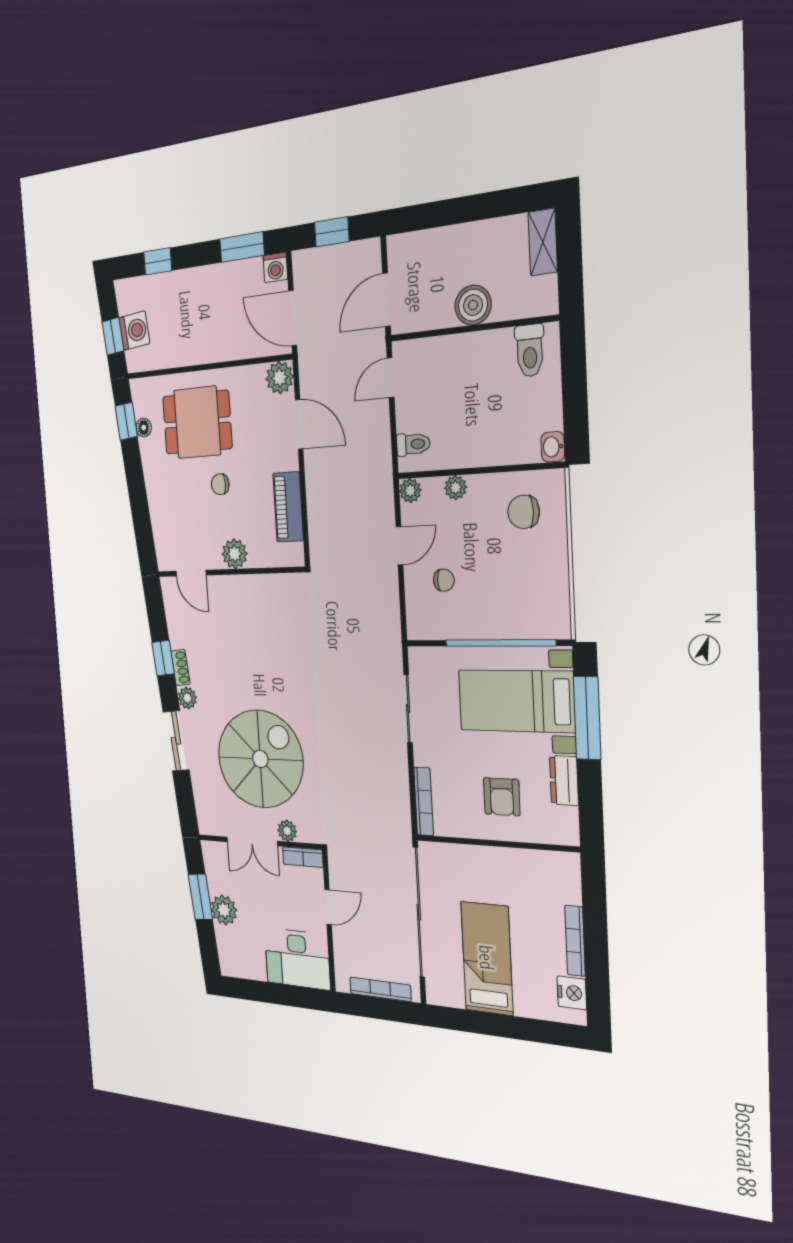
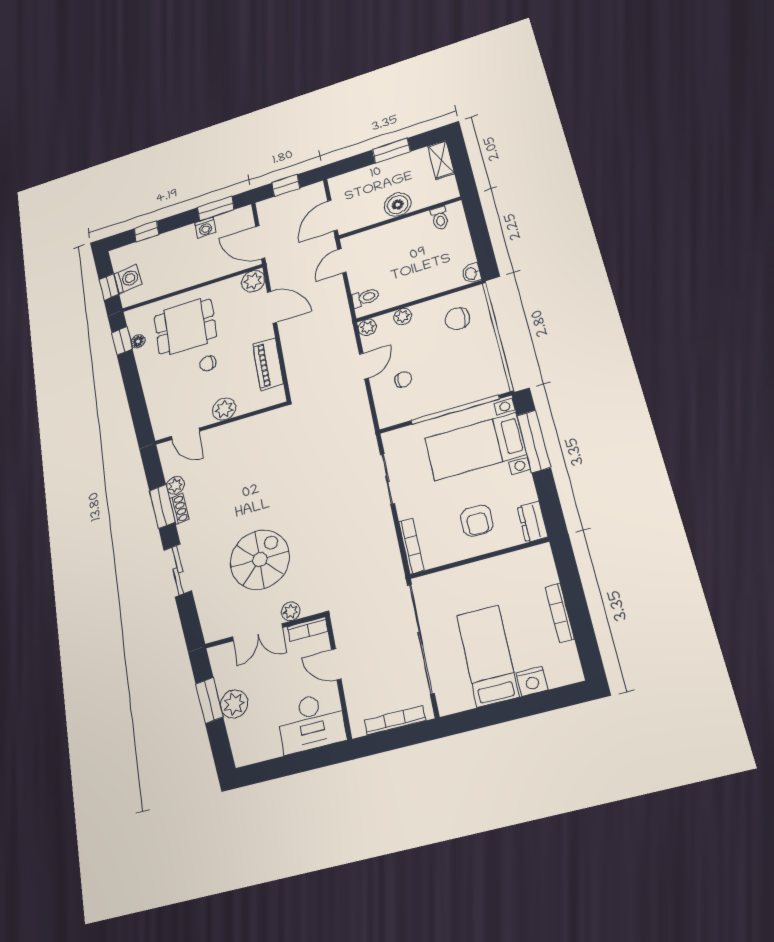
window: (477, 207) -> (391, 151), added
washing machine: (275, 267) -> (205, 228), moved
toilet: (530, 351) -> (440, 218), width x0.73, depth x0.72
window: (163, 658) -> (162, 506), width x1.50
plant: (187, 698) -> (176, 485), moved
spiral stairs: (260, 759) -> (260, 560), width x0.73, depth x0.73
dresser: (564, 780) -> (533, 522), moved
door: (328, 907) -> (336, 664), swing flipped
nightstand: (572, 993) -> (532, 681), moved, turned 90

